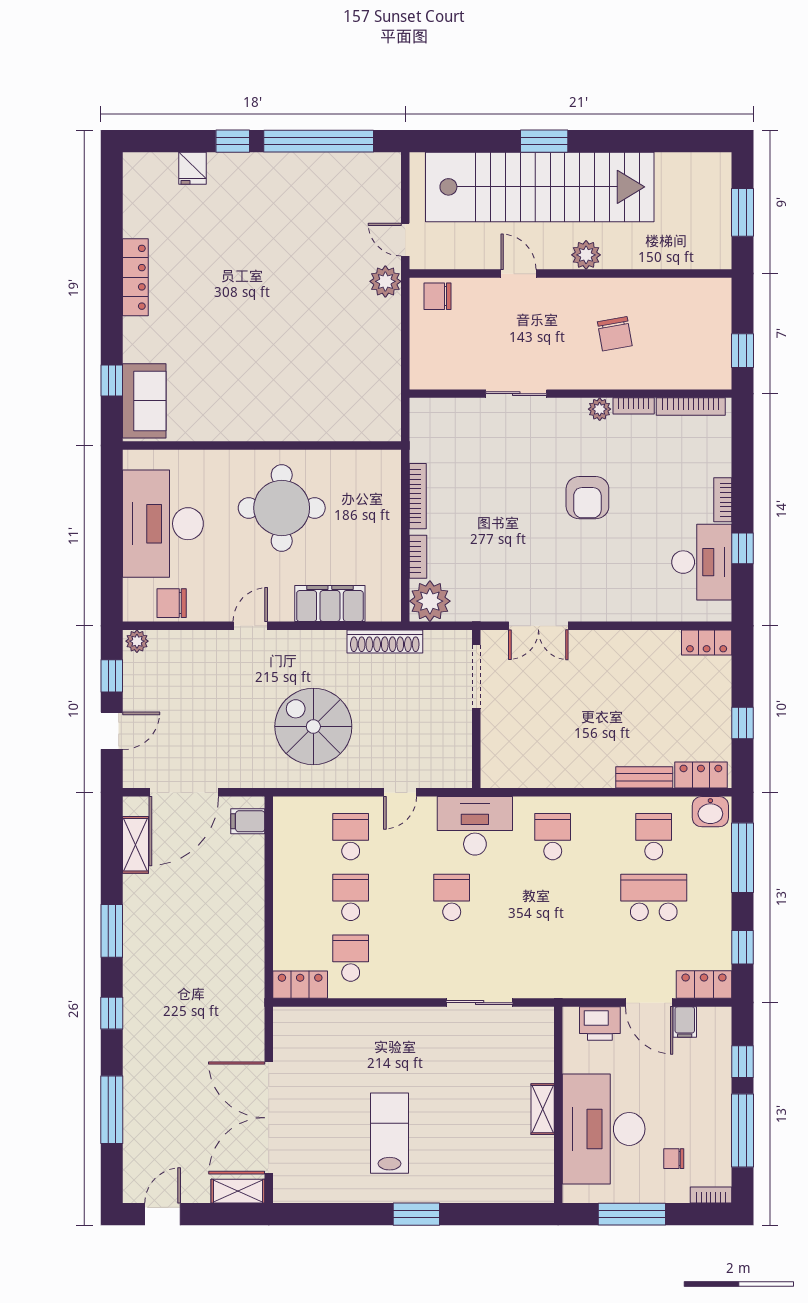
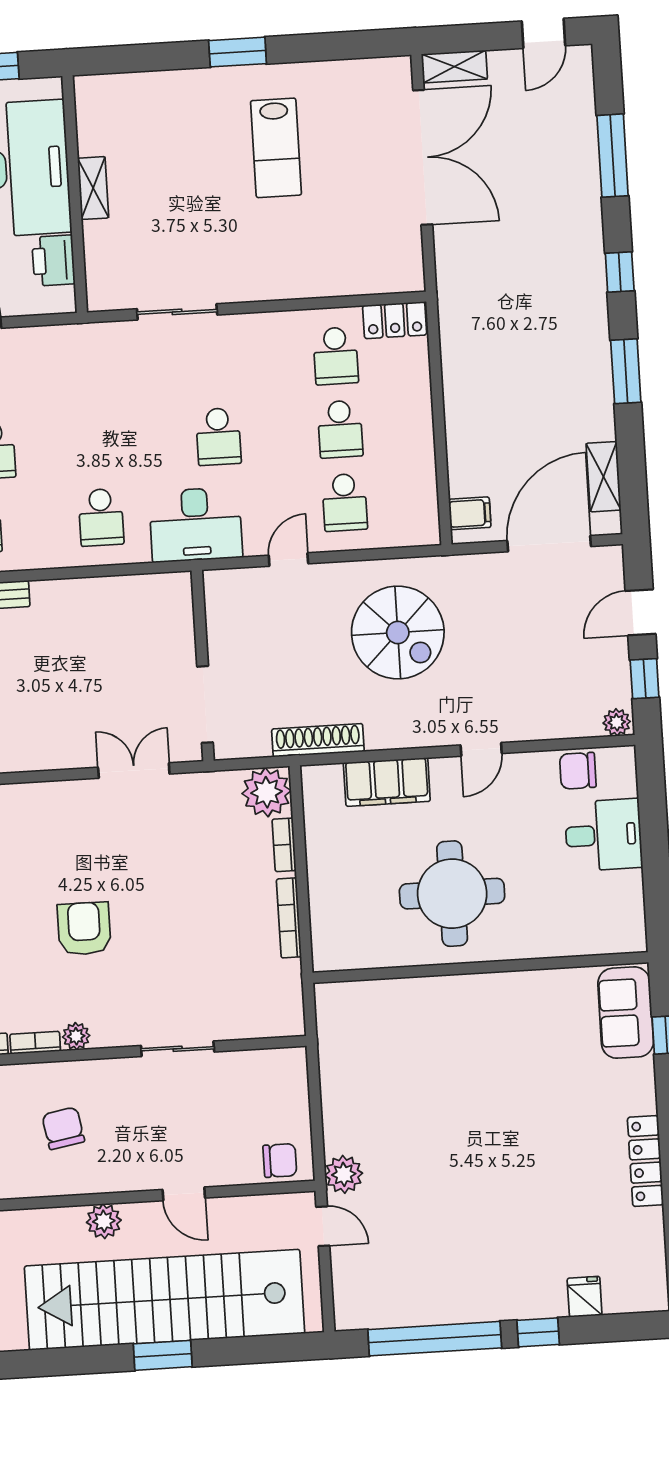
desk: (163, 524) -> (603, 835), width x0.53, depth x0.77
chair: (172, 603) -> (578, 771), turned 180
printer: (600, 1023) -> (53, 261), moved, turned -90

